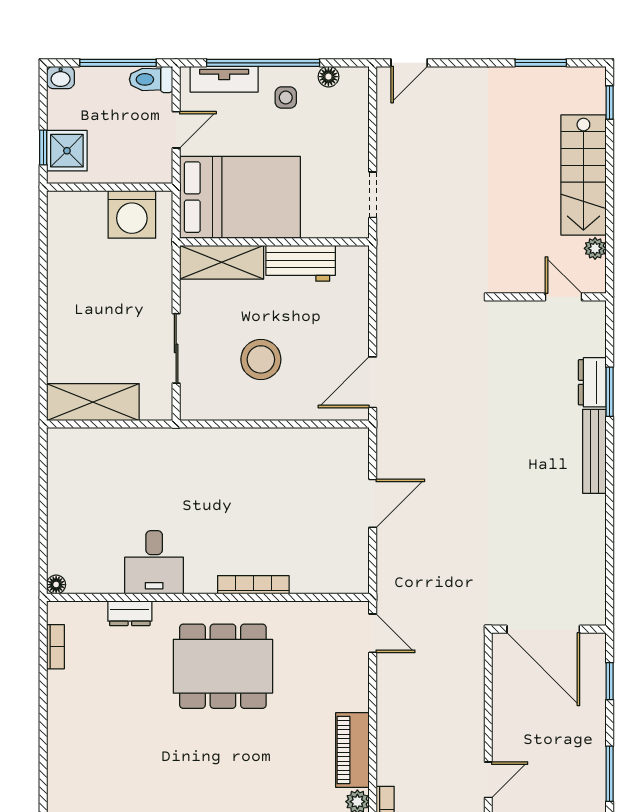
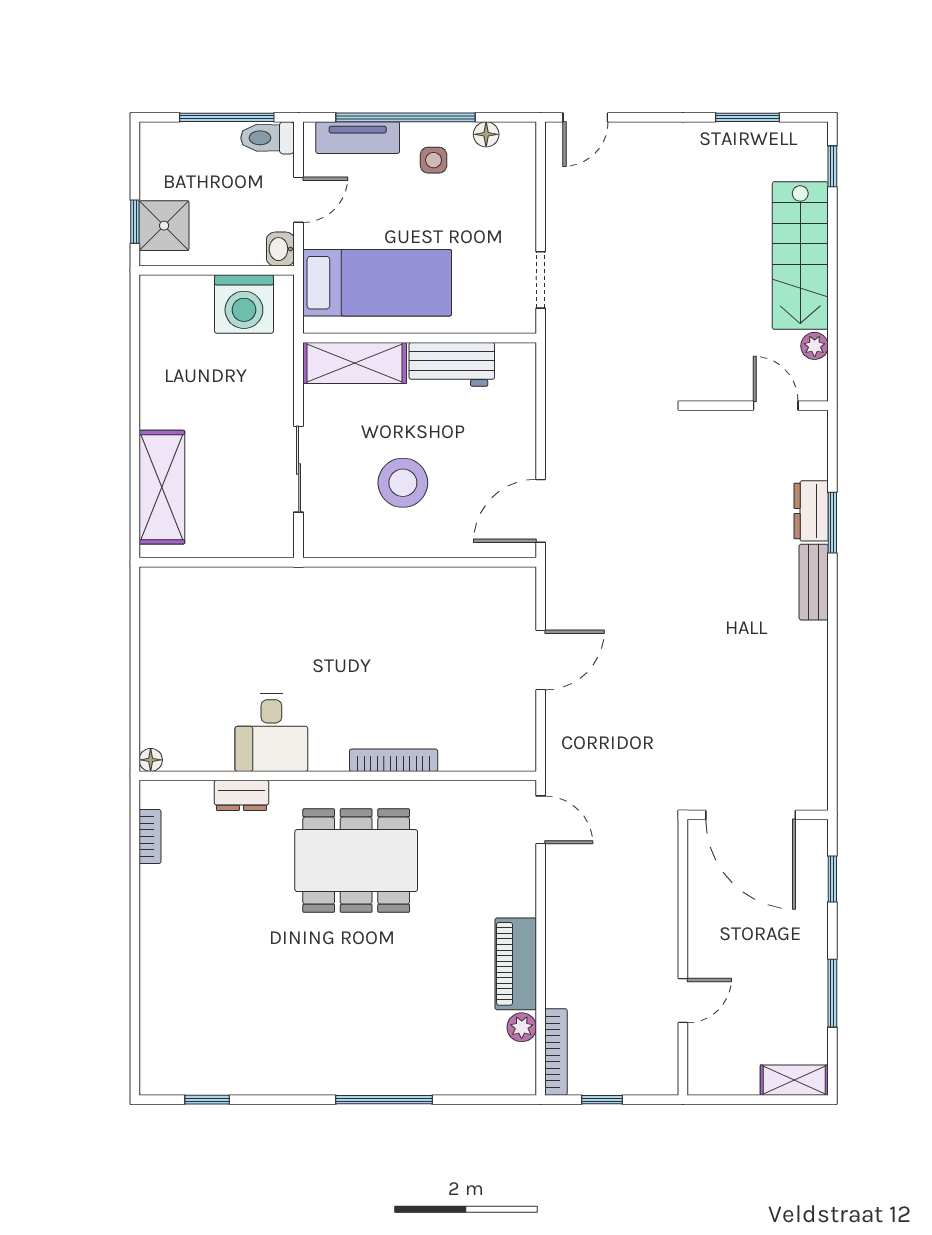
washbasin: (61, 77) -> (280, 249), moved, turned 90
bed: (240, 197) -> (377, 283), width x0.67
shelving: (93, 402) -> (162, 487), moved, turned 90
bench: (594, 451) -> (814, 582), width x0.73

